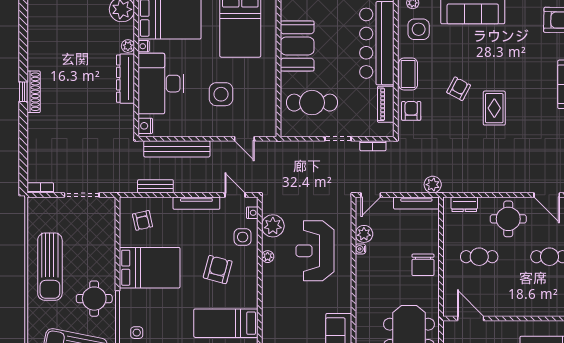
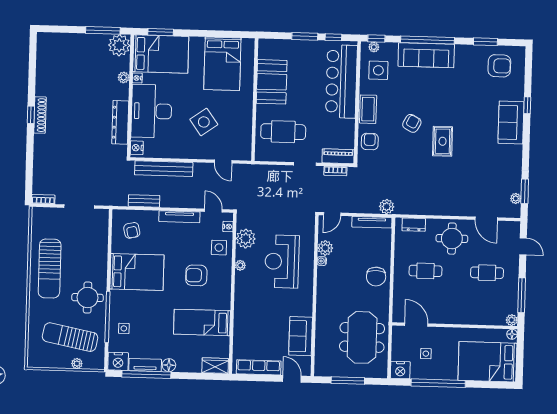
dresser: (126, 79) -> (120, 122), moved
side table: (221, 94) -> (204, 122), turned -36
piano: (386, 104) -> (338, 156), moved, turned 90
armchair: (218, 270) -> (196, 275), turned -105

